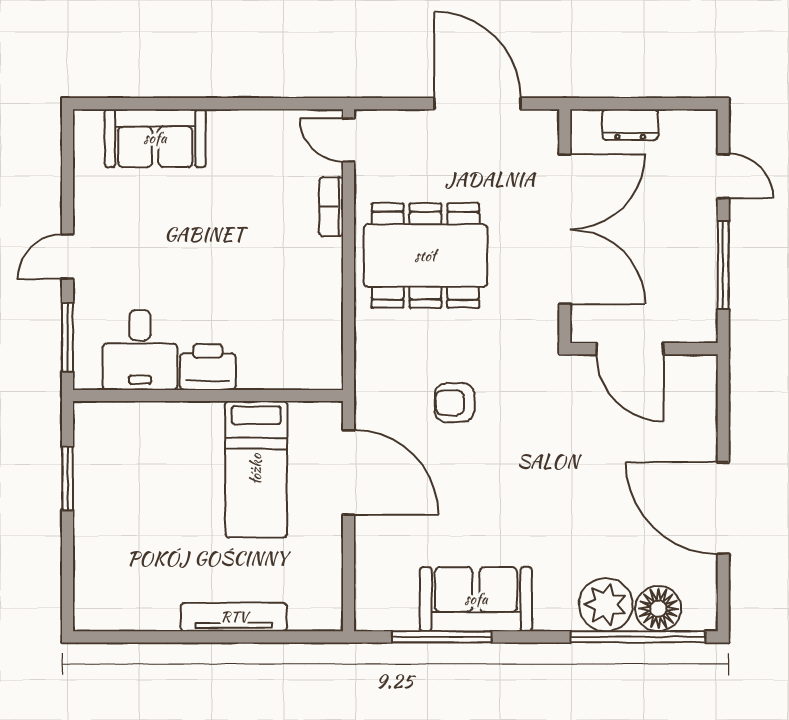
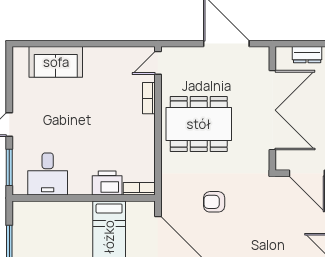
door: (349, 140) -> (158, 63), hinge flipped
printer: (208, 367) -> (107, 183), moved
bookcase: (313, 378) -> (139, 189), added

